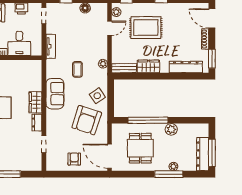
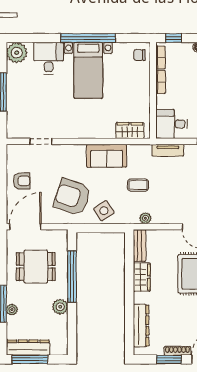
desk: (19, 43) -> (172, 124), moved
window: (212, 59) -> (169, 359), moved
wardrobe: (36, 102) -> (130, 131), moved
dresser: (37, 123) -> (69, 132), removed

